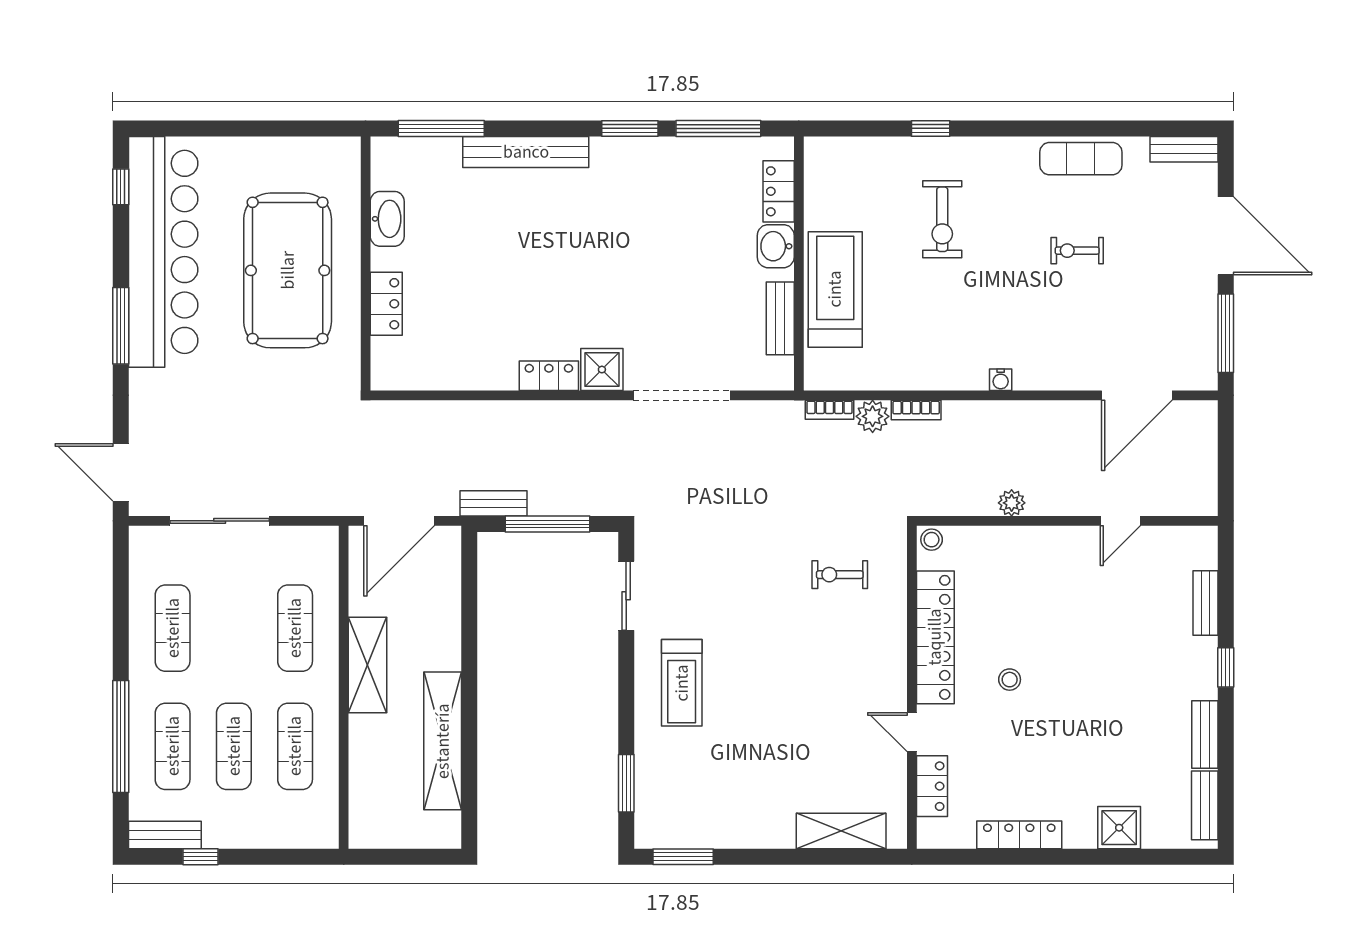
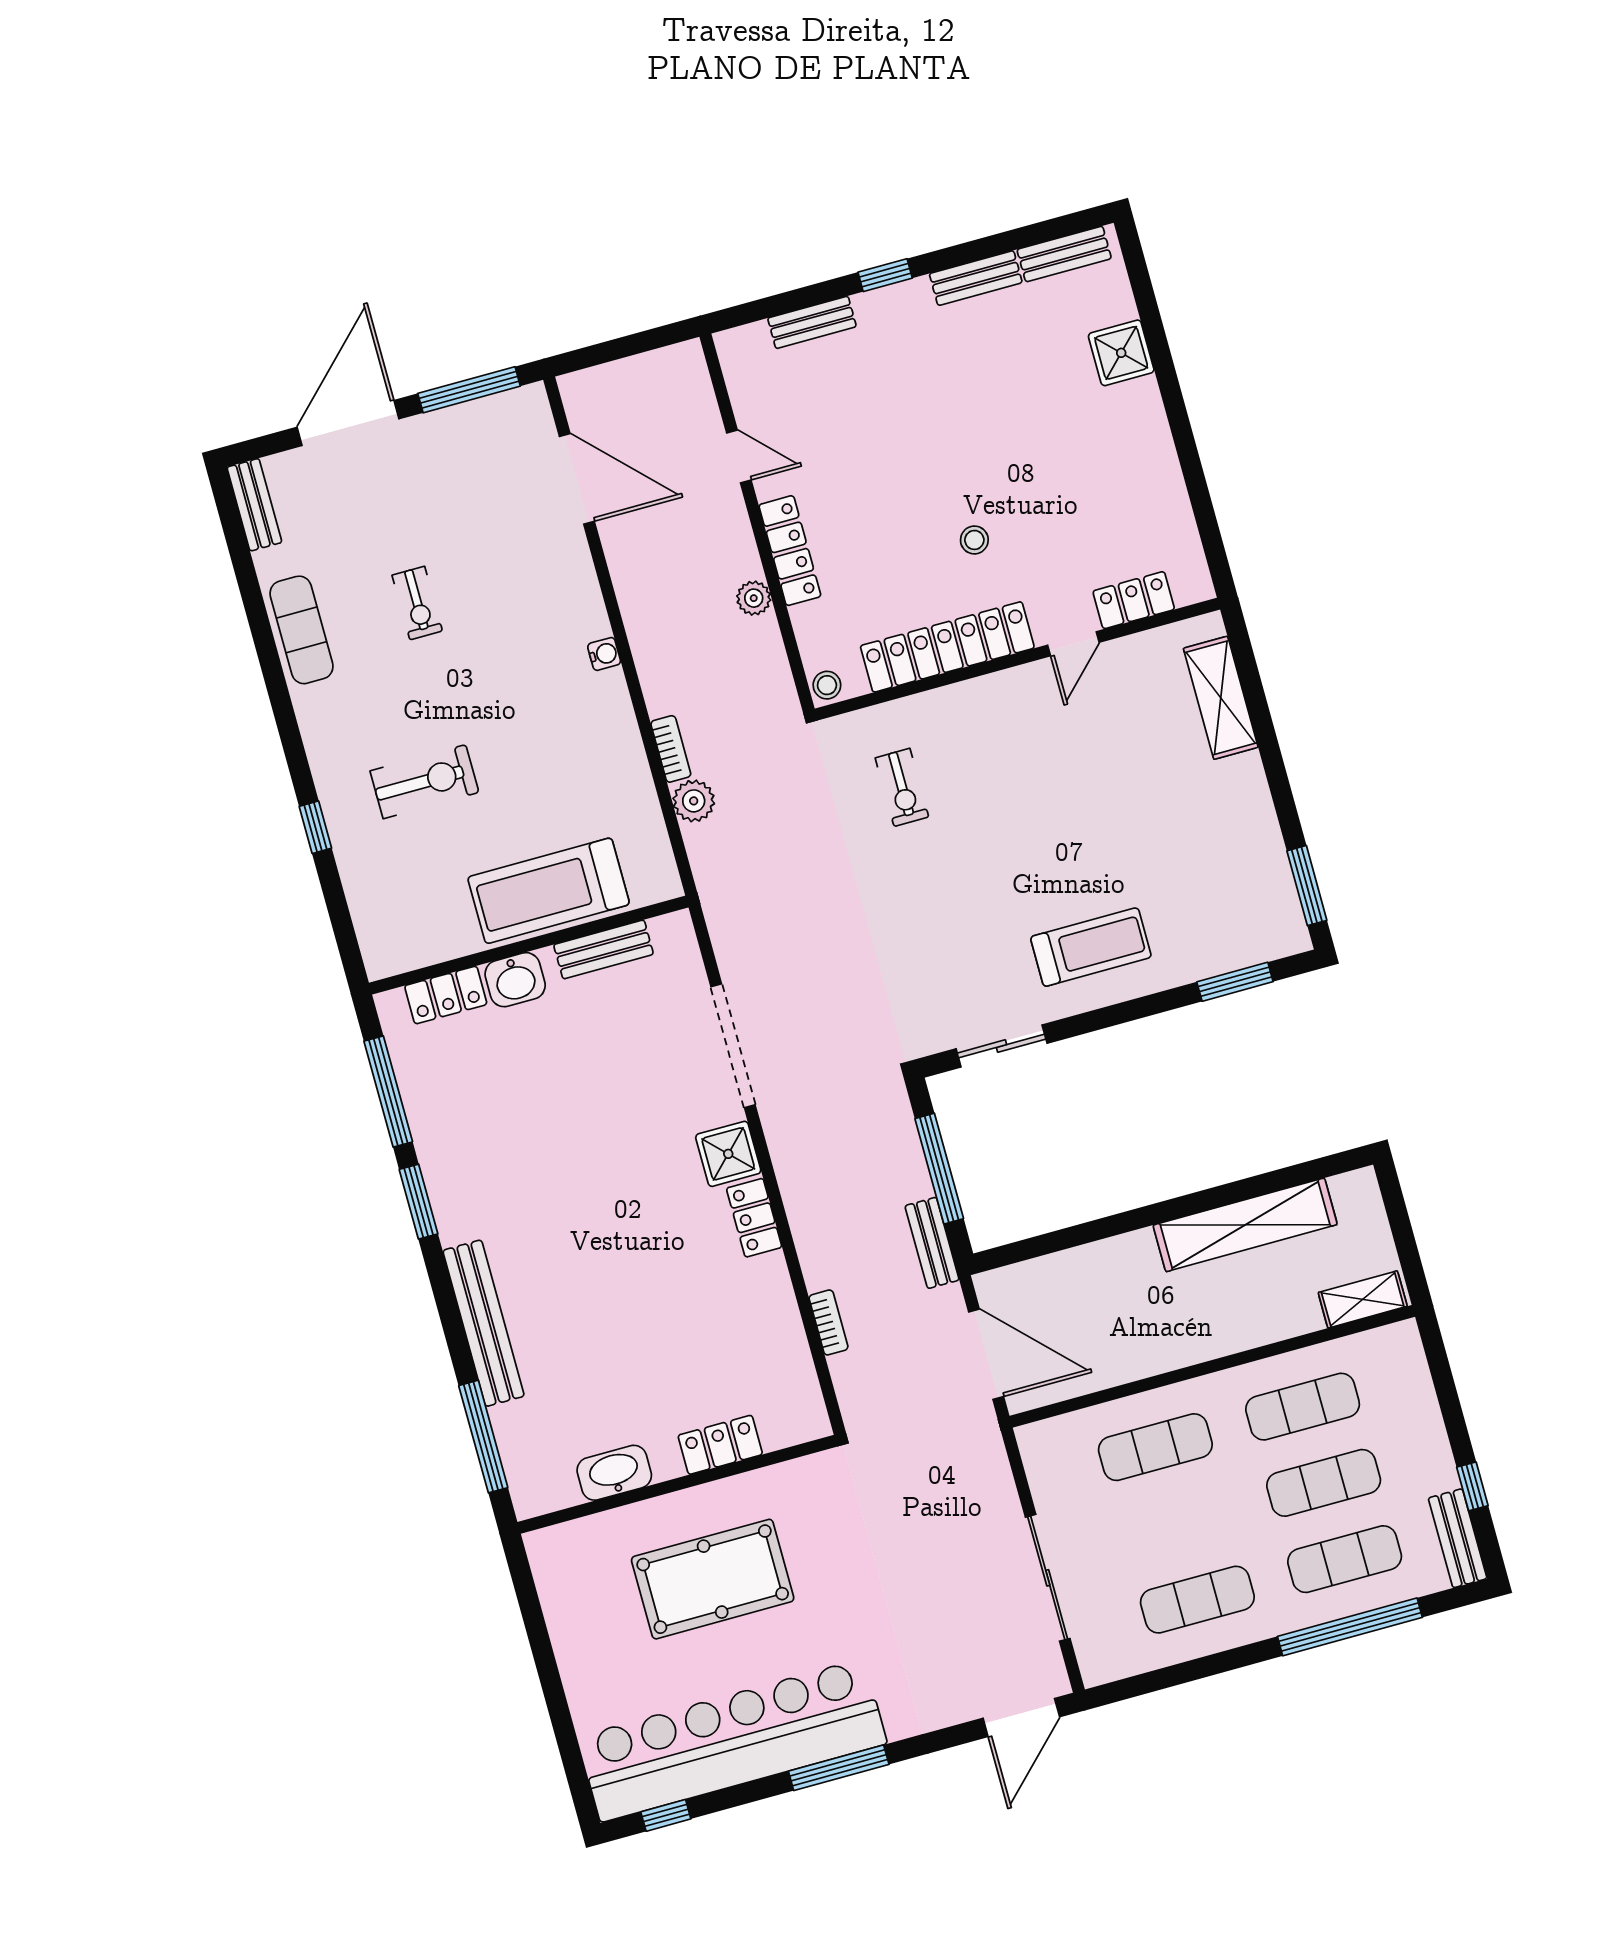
pool table: (288, 270) -> (713, 1579), width x0.73, depth x0.76
bookcase: (830, 410) -> (828, 1322), moved
shelving: (367, 665) -> (1363, 1299), moved, width x0.67, depth x0.75
locker: (1019, 835) -> (790, 551), moved, turned 180

